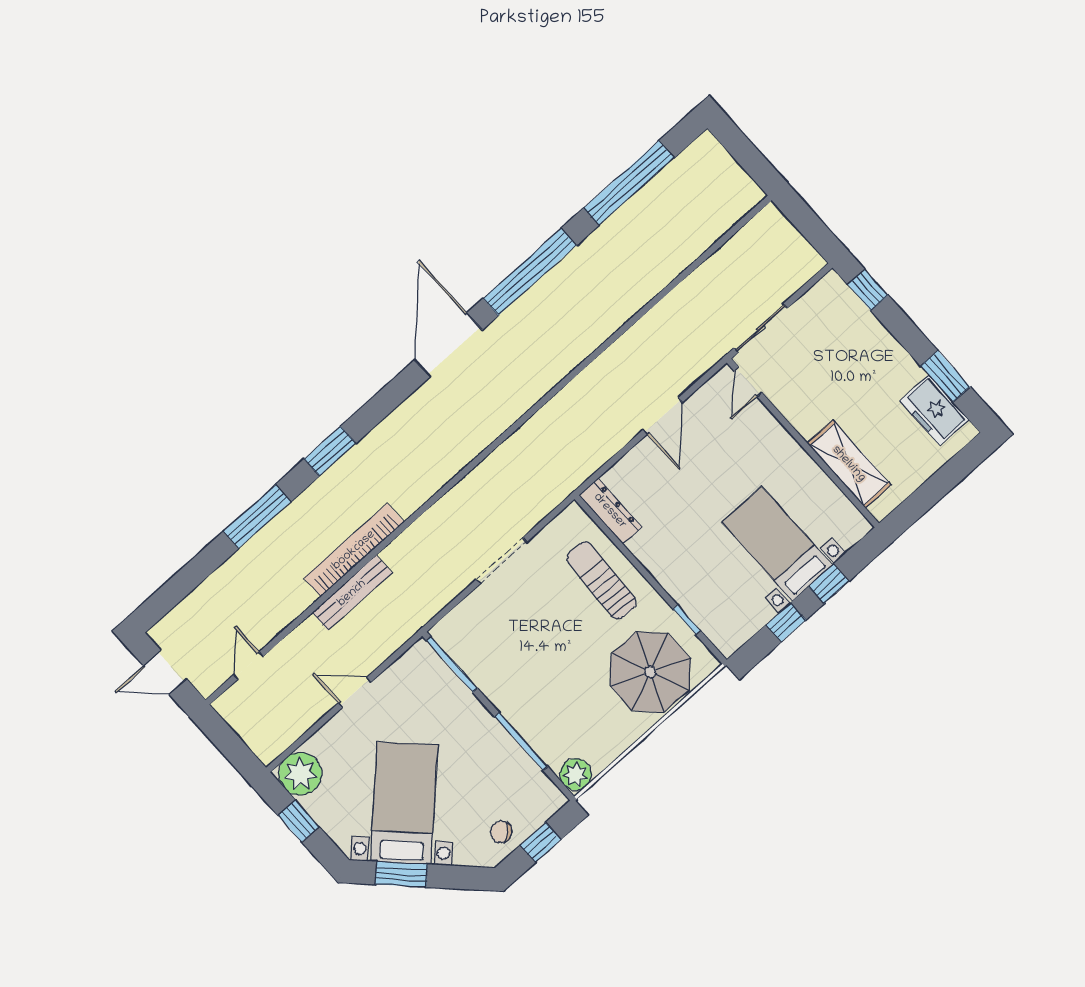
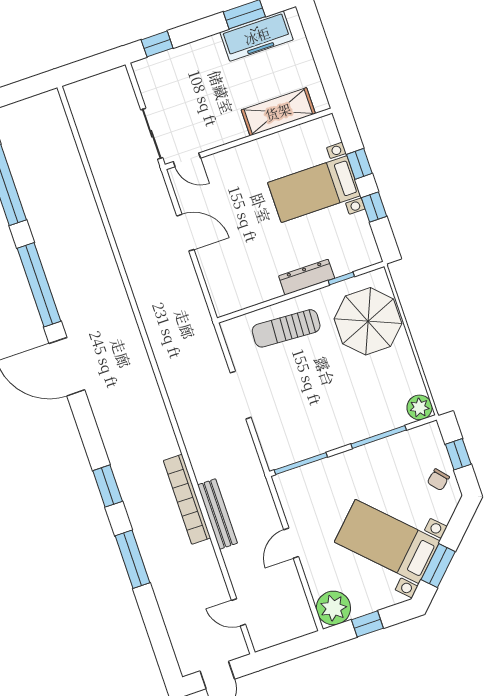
freezer: (934, 410) -> (257, 36), width x1.40
dresser: (610, 511) -> (307, 277), moved

